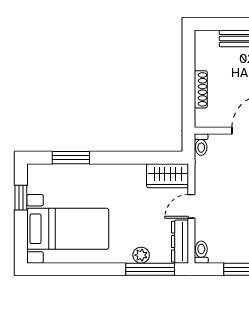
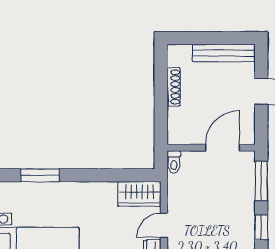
shoe rack: (201, 89) -> (174, 87), moved

